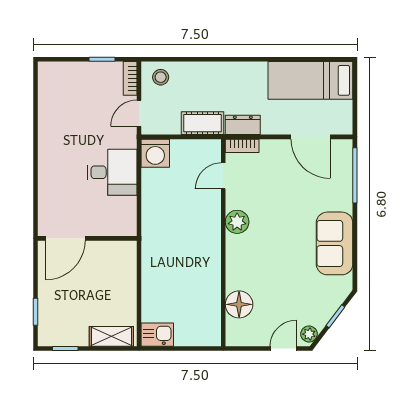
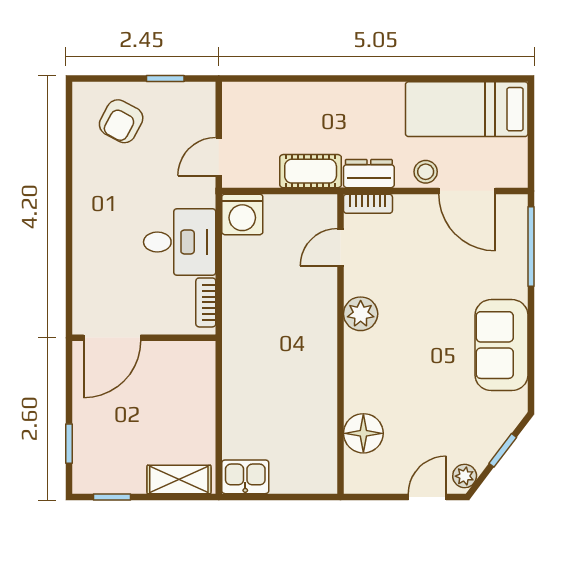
stool: (161, 77) -> (426, 172), moved
bookcase: (130, 78) -> (206, 302), moved
armchair: (72, 89) -> (121, 121), added

